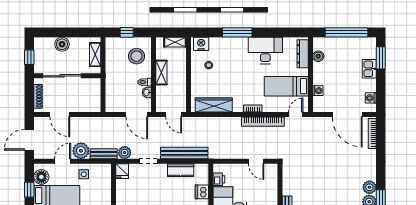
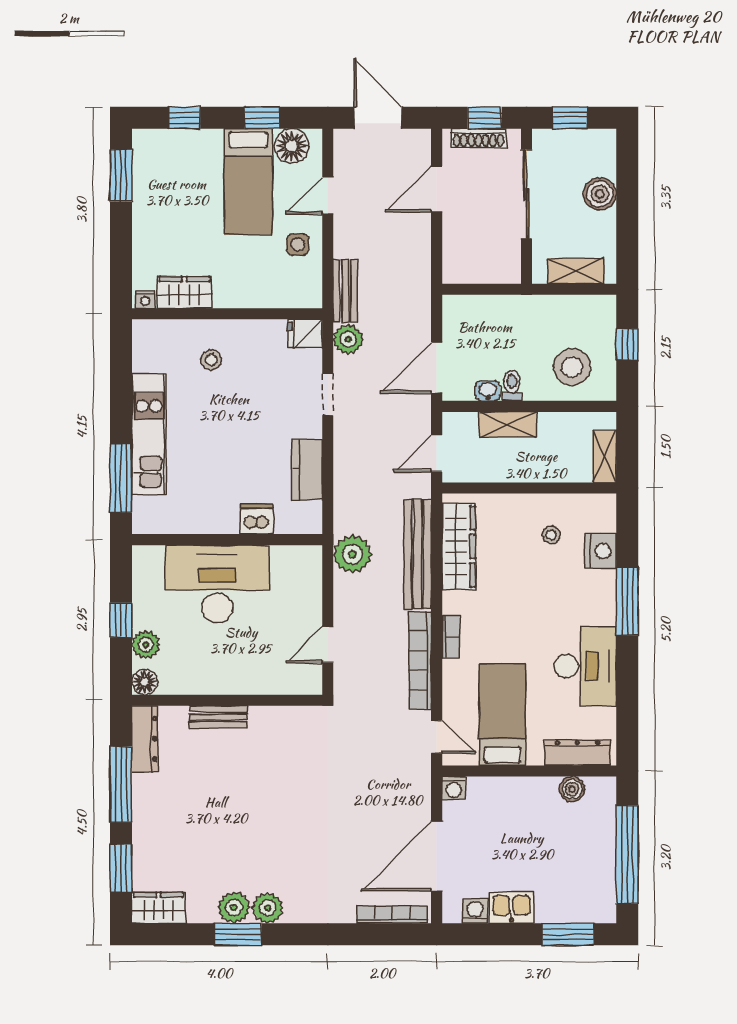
nightstand: (201, 44) -> (601, 551), moved
kitchen sink: (369, 69) -> (511, 908), moved
shelving: (161, 72) -> (508, 425), moved
washing machine: (318, 91) -> (454, 788), moved
window: (29, 94) -> (485, 118), added
plant: (81, 151) -> (352, 554), moved
bench: (184, 153) -> (418, 554), moved
door: (63, 161) -> (328, 195), swing flipped
printer: (219, 179) -> (286, 559), removed

